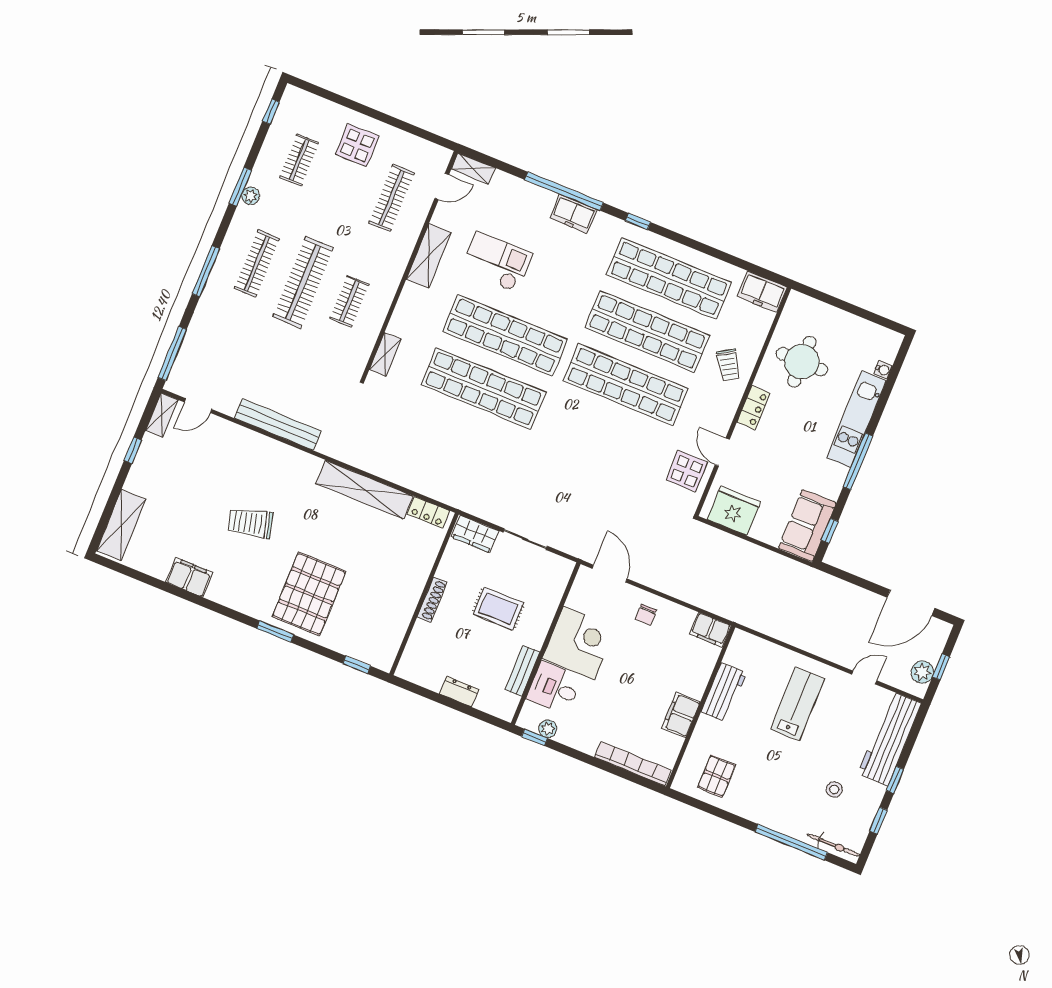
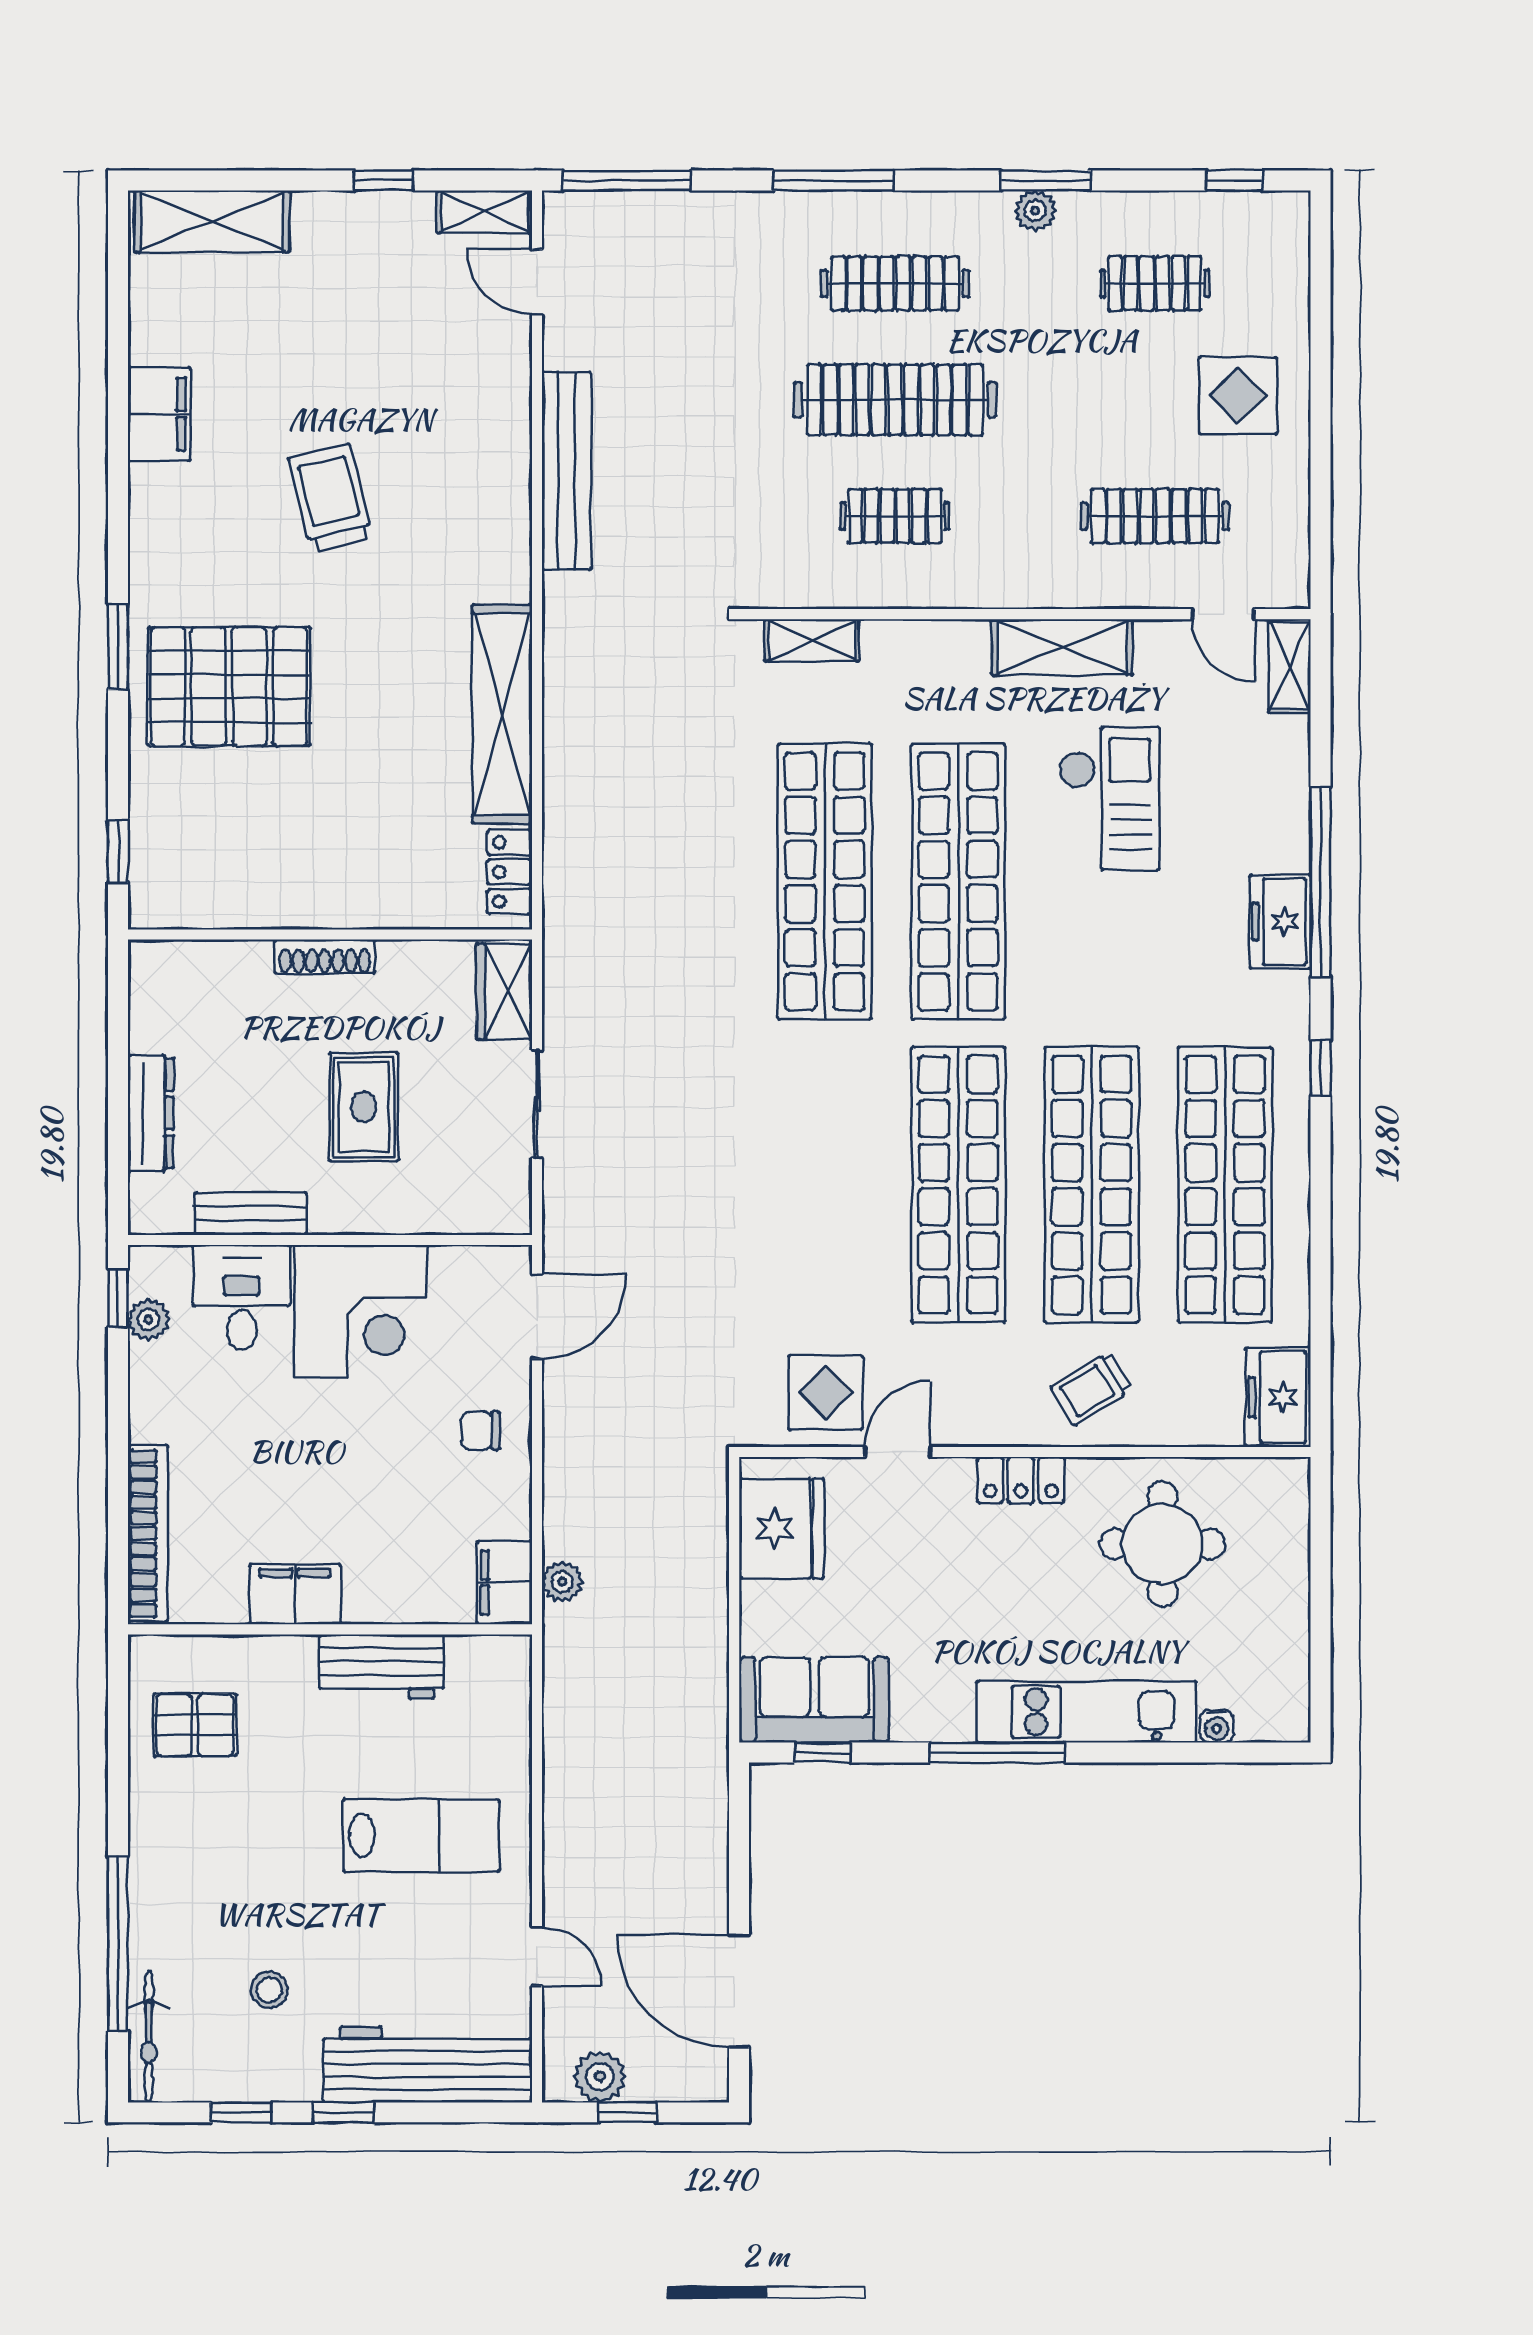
plant: (719, 607) -> (562, 1582), added
dresser: (459, 691) -> (151, 1113), width x1.44

